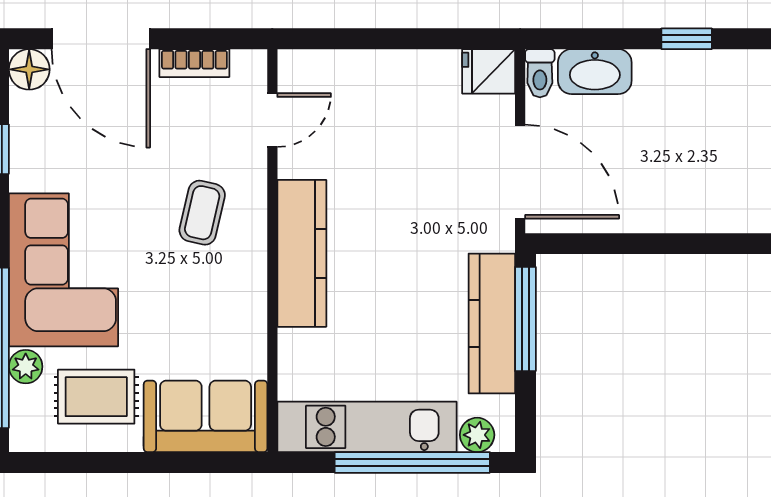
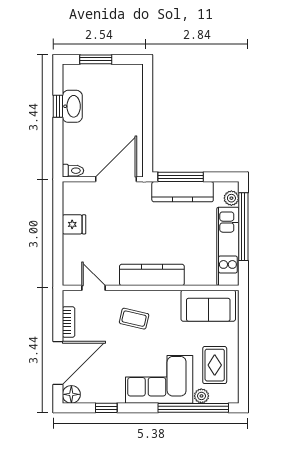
fridge: (489, 71) -> (74, 224), moved, turned -90
washbasin: (595, 72) -> (72, 106), moved
sofa: (206, 416) -> (208, 306), moved, turned -90

